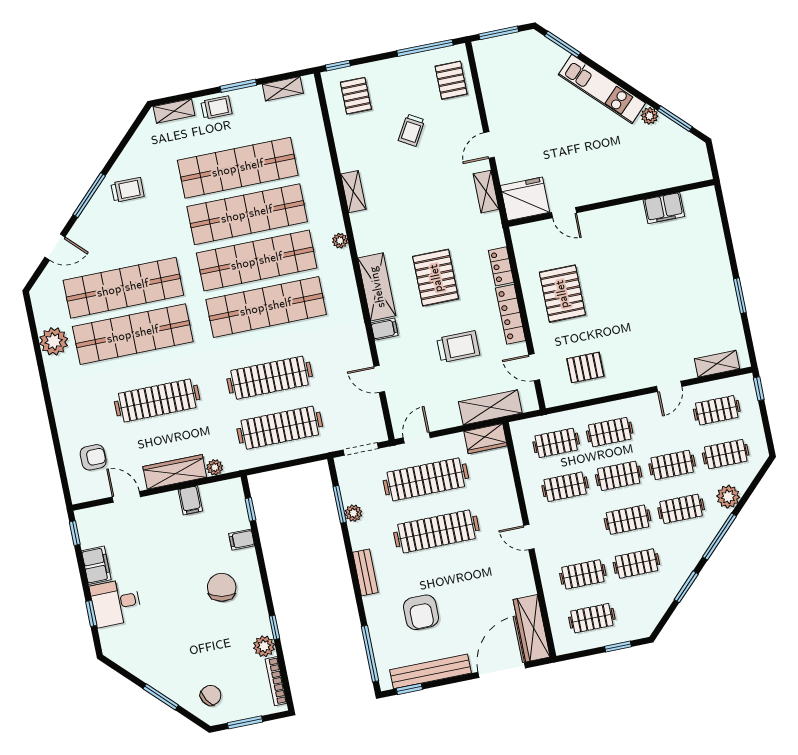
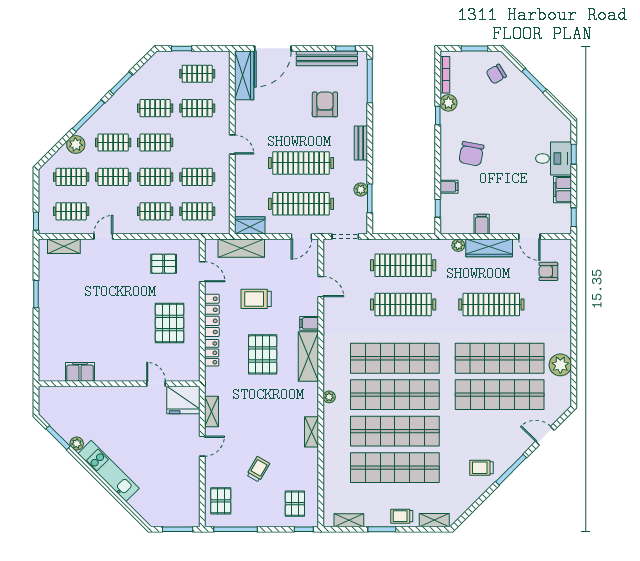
window: (563, 44) -> (131, 511), removed

